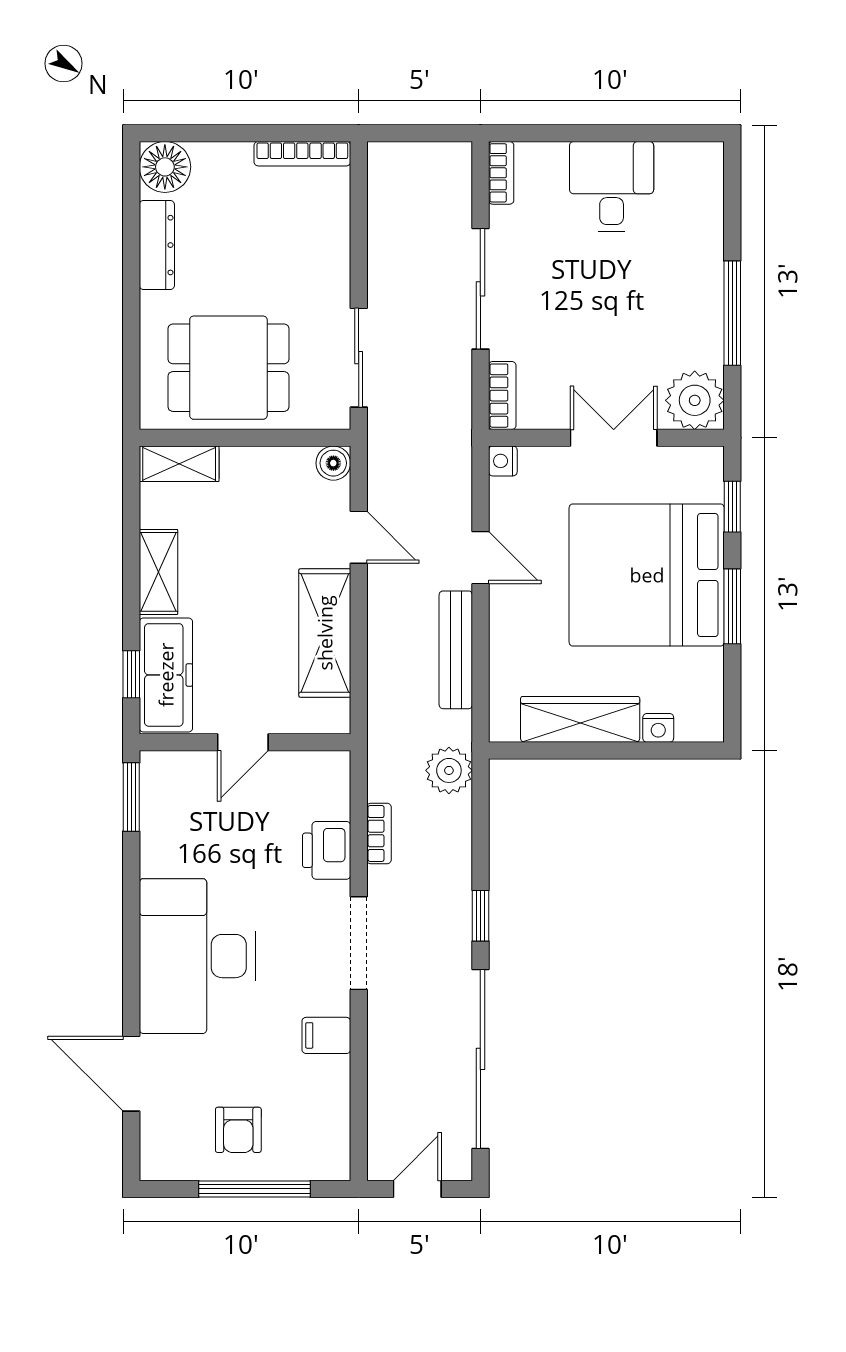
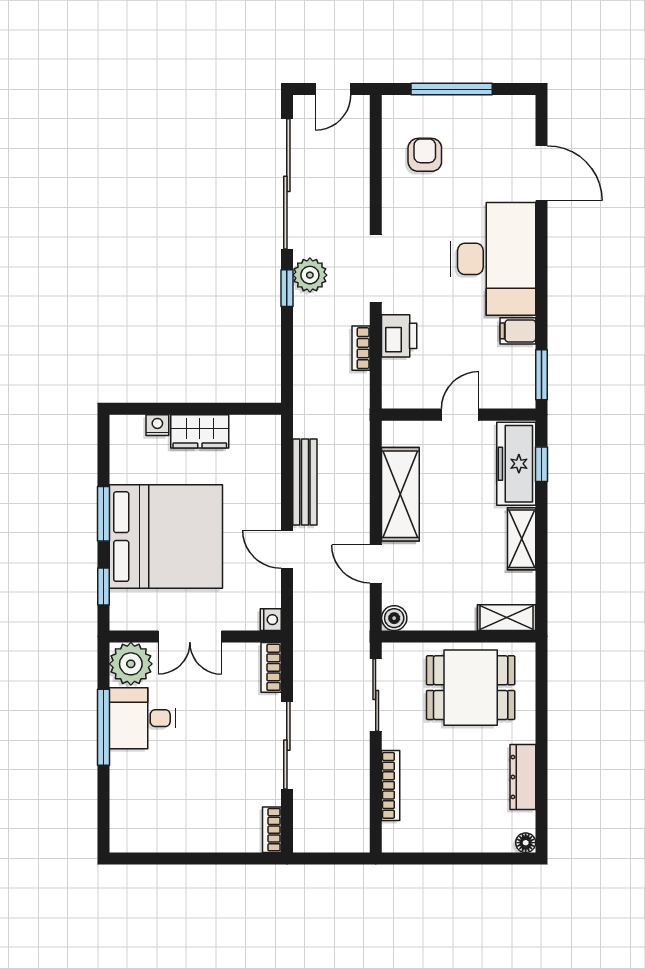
bookcase: (302, 154) -> (391, 785), moved, turned 90
floor lamp: (165, 167) -> (526, 843), width x0.53, depth x0.53
desk: (612, 187) -> (142, 718), moved, turned 90
wardrobe: (580, 719) -> (200, 431), width x0.67
plant: (449, 770) -> (310, 275), moved
filing cabinet: (326, 1035) -> (518, 331), moved, turned 180
armchair: (238, 1130) -> (425, 155), moved

